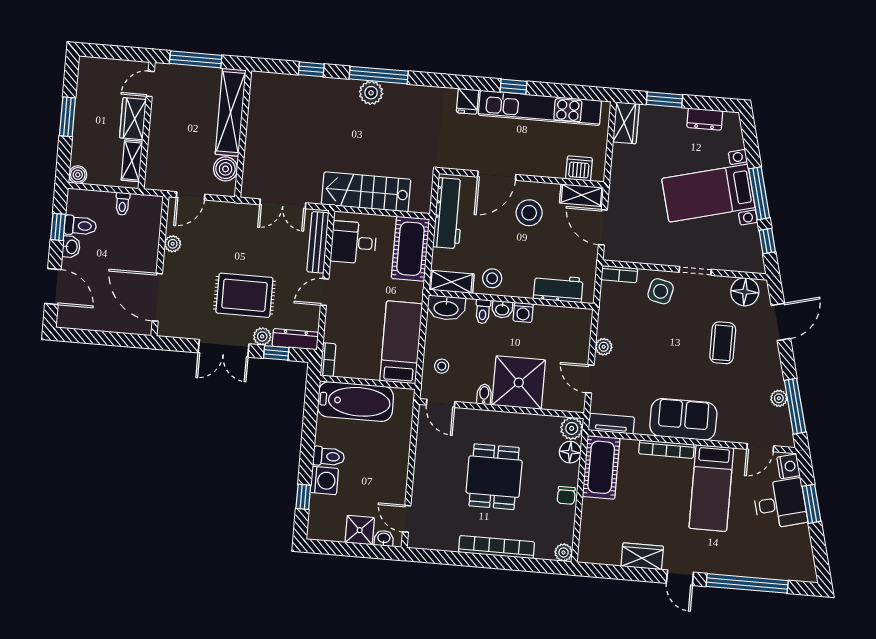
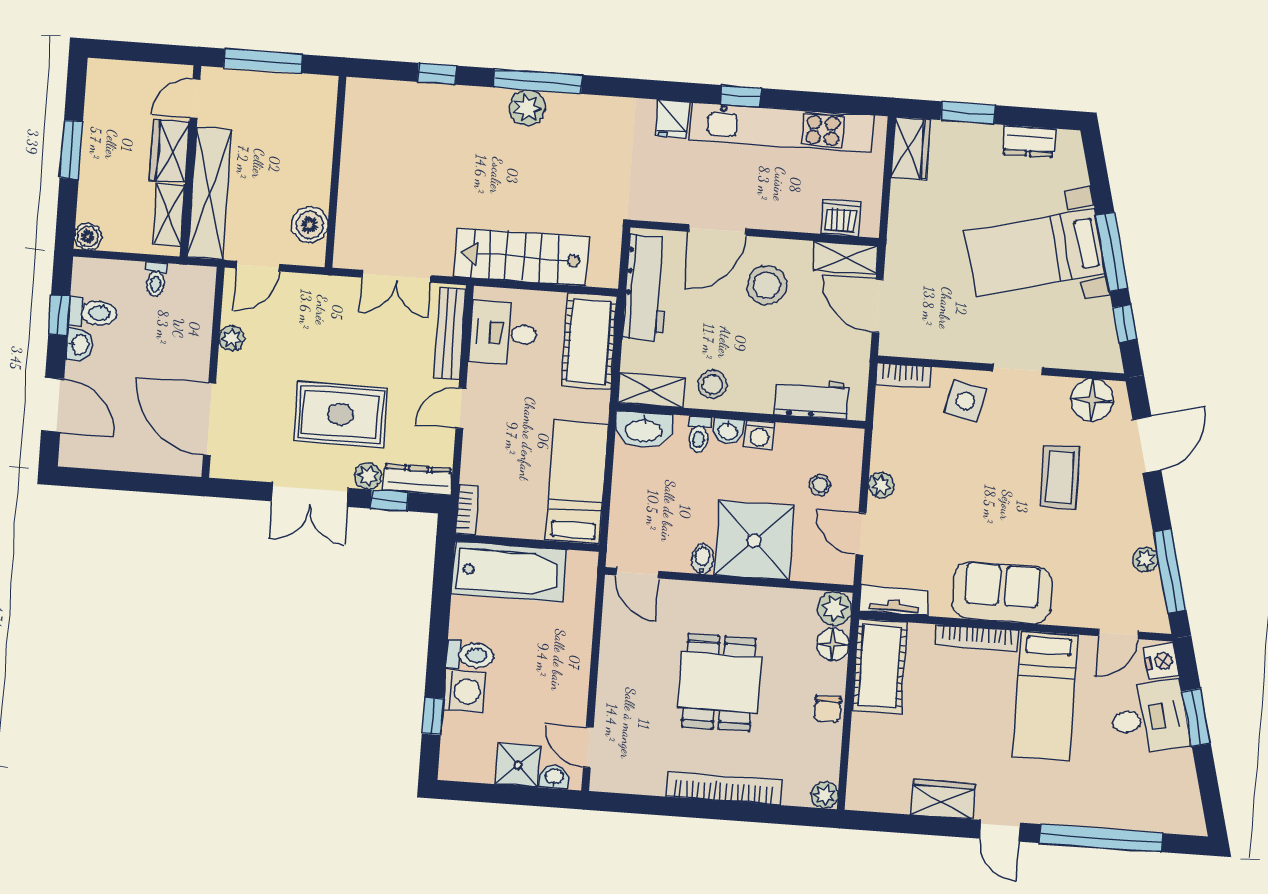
shelving: (231, 112) -> (210, 194), moved
stool: (442, 366) -> (820, 485), moved

